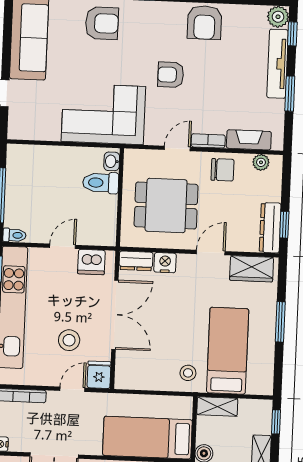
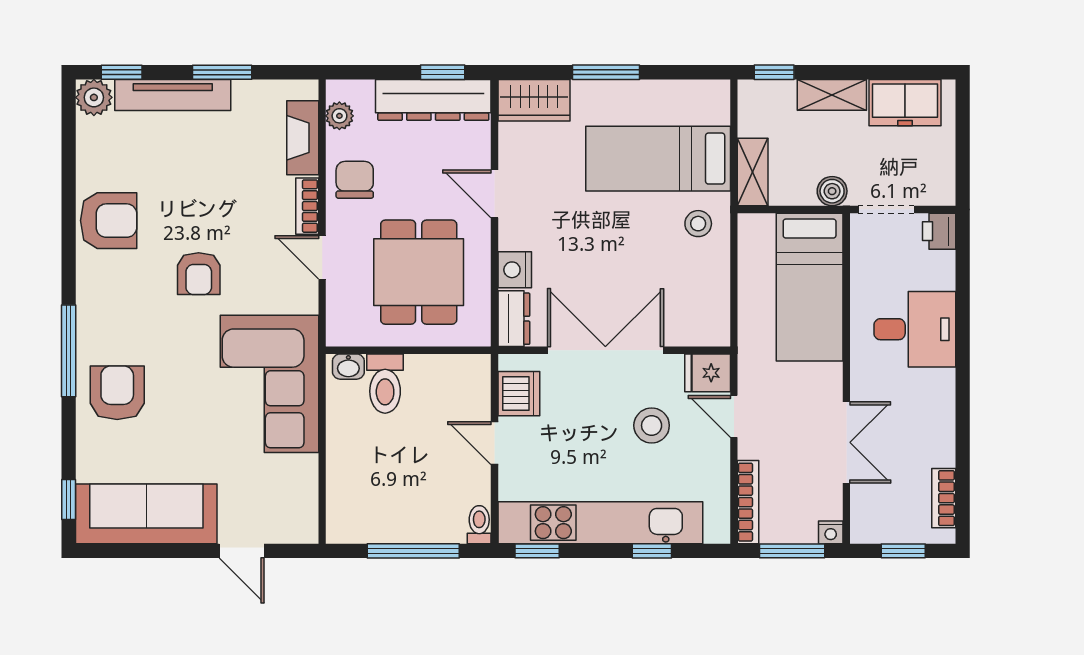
dresser: (270, 228) -> (433, 100), width x1.37, depth x1.24
wardrobe: (252, 269) -> (534, 100), moved, turned 90

